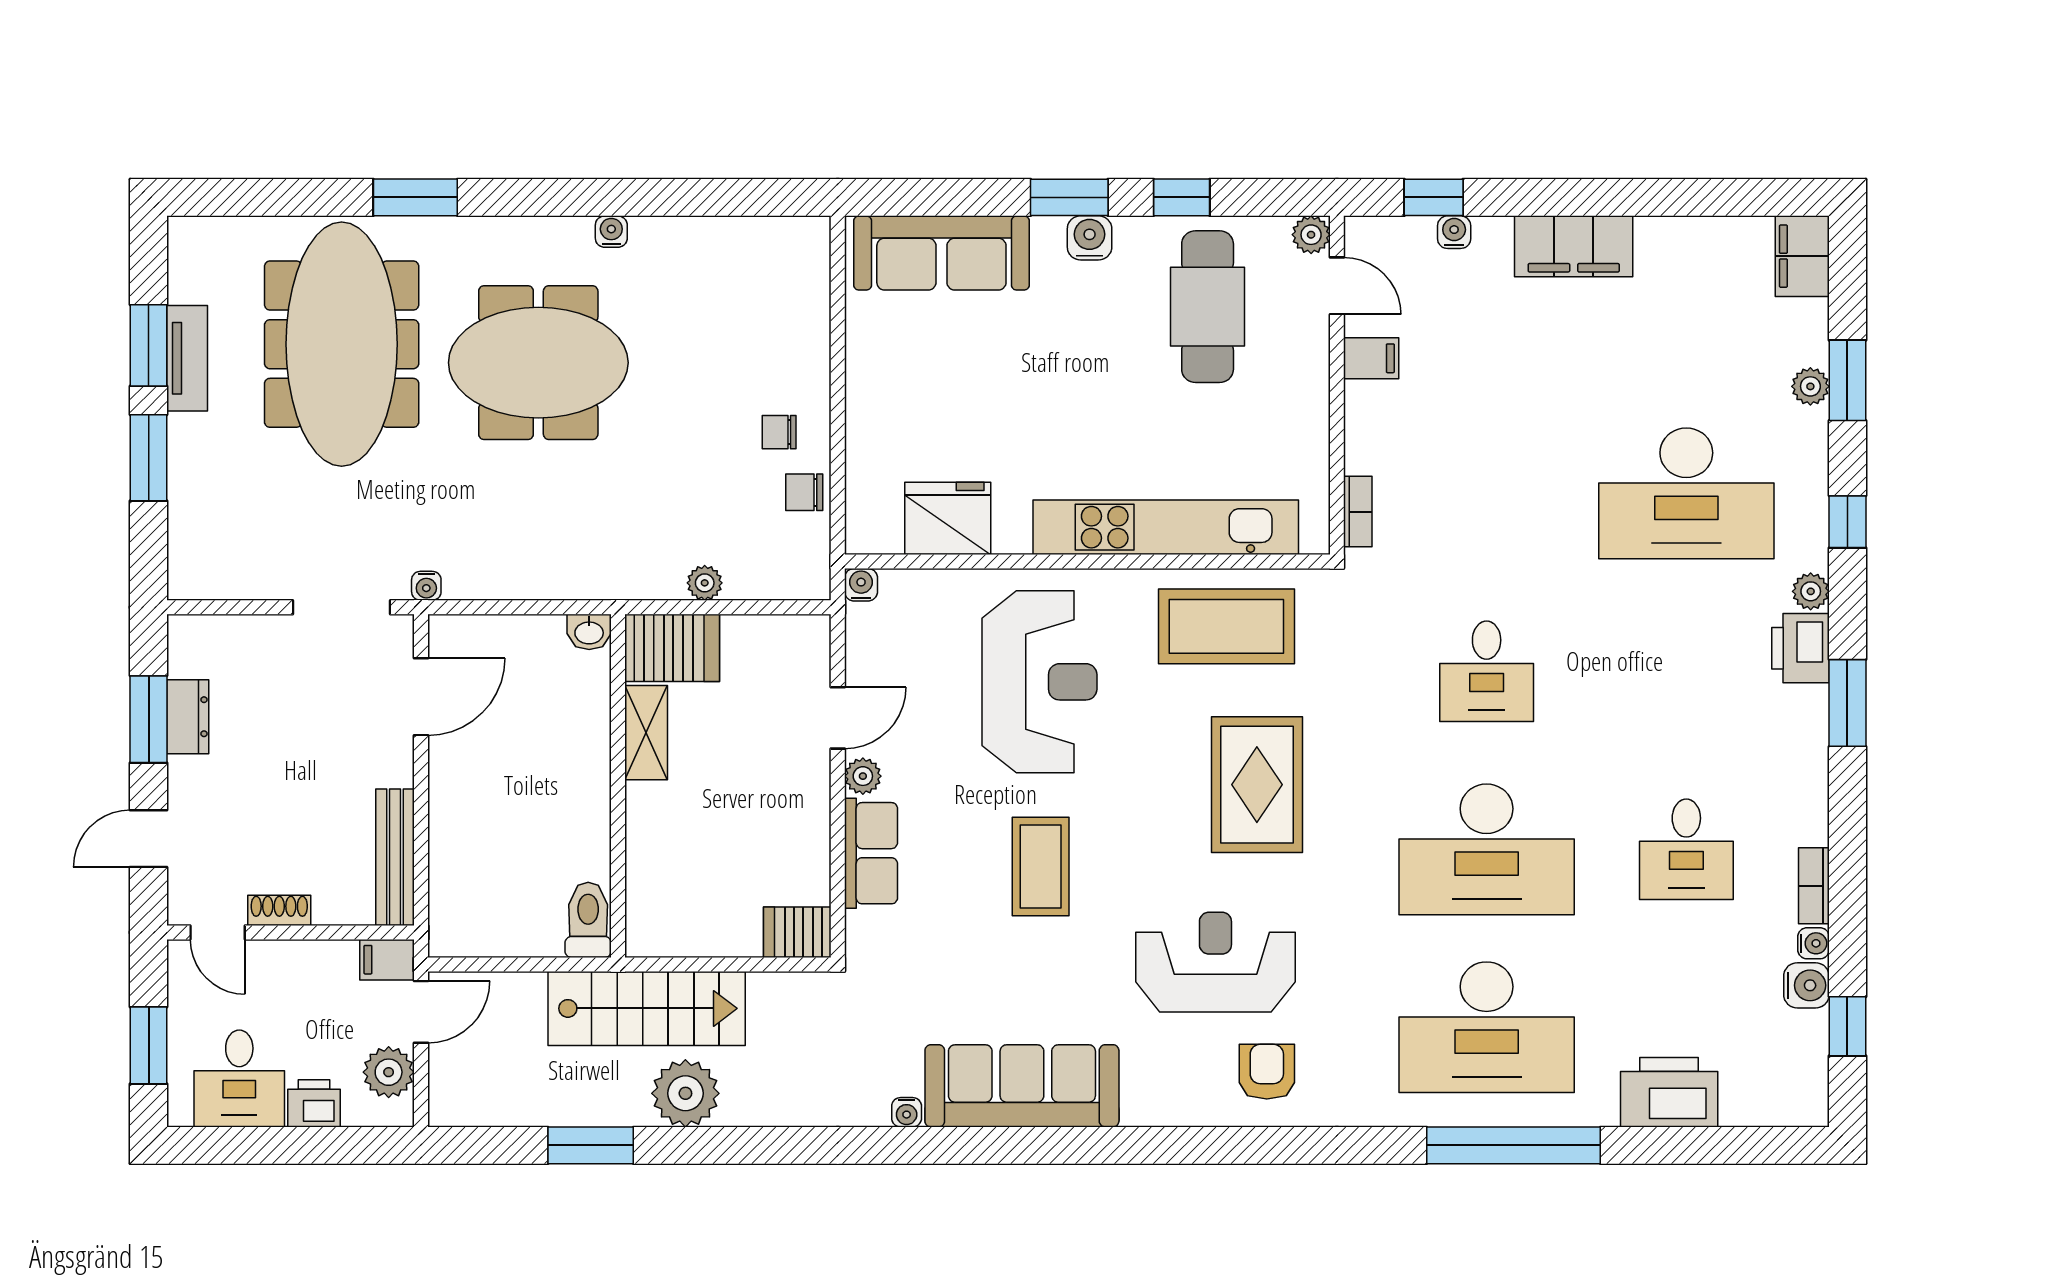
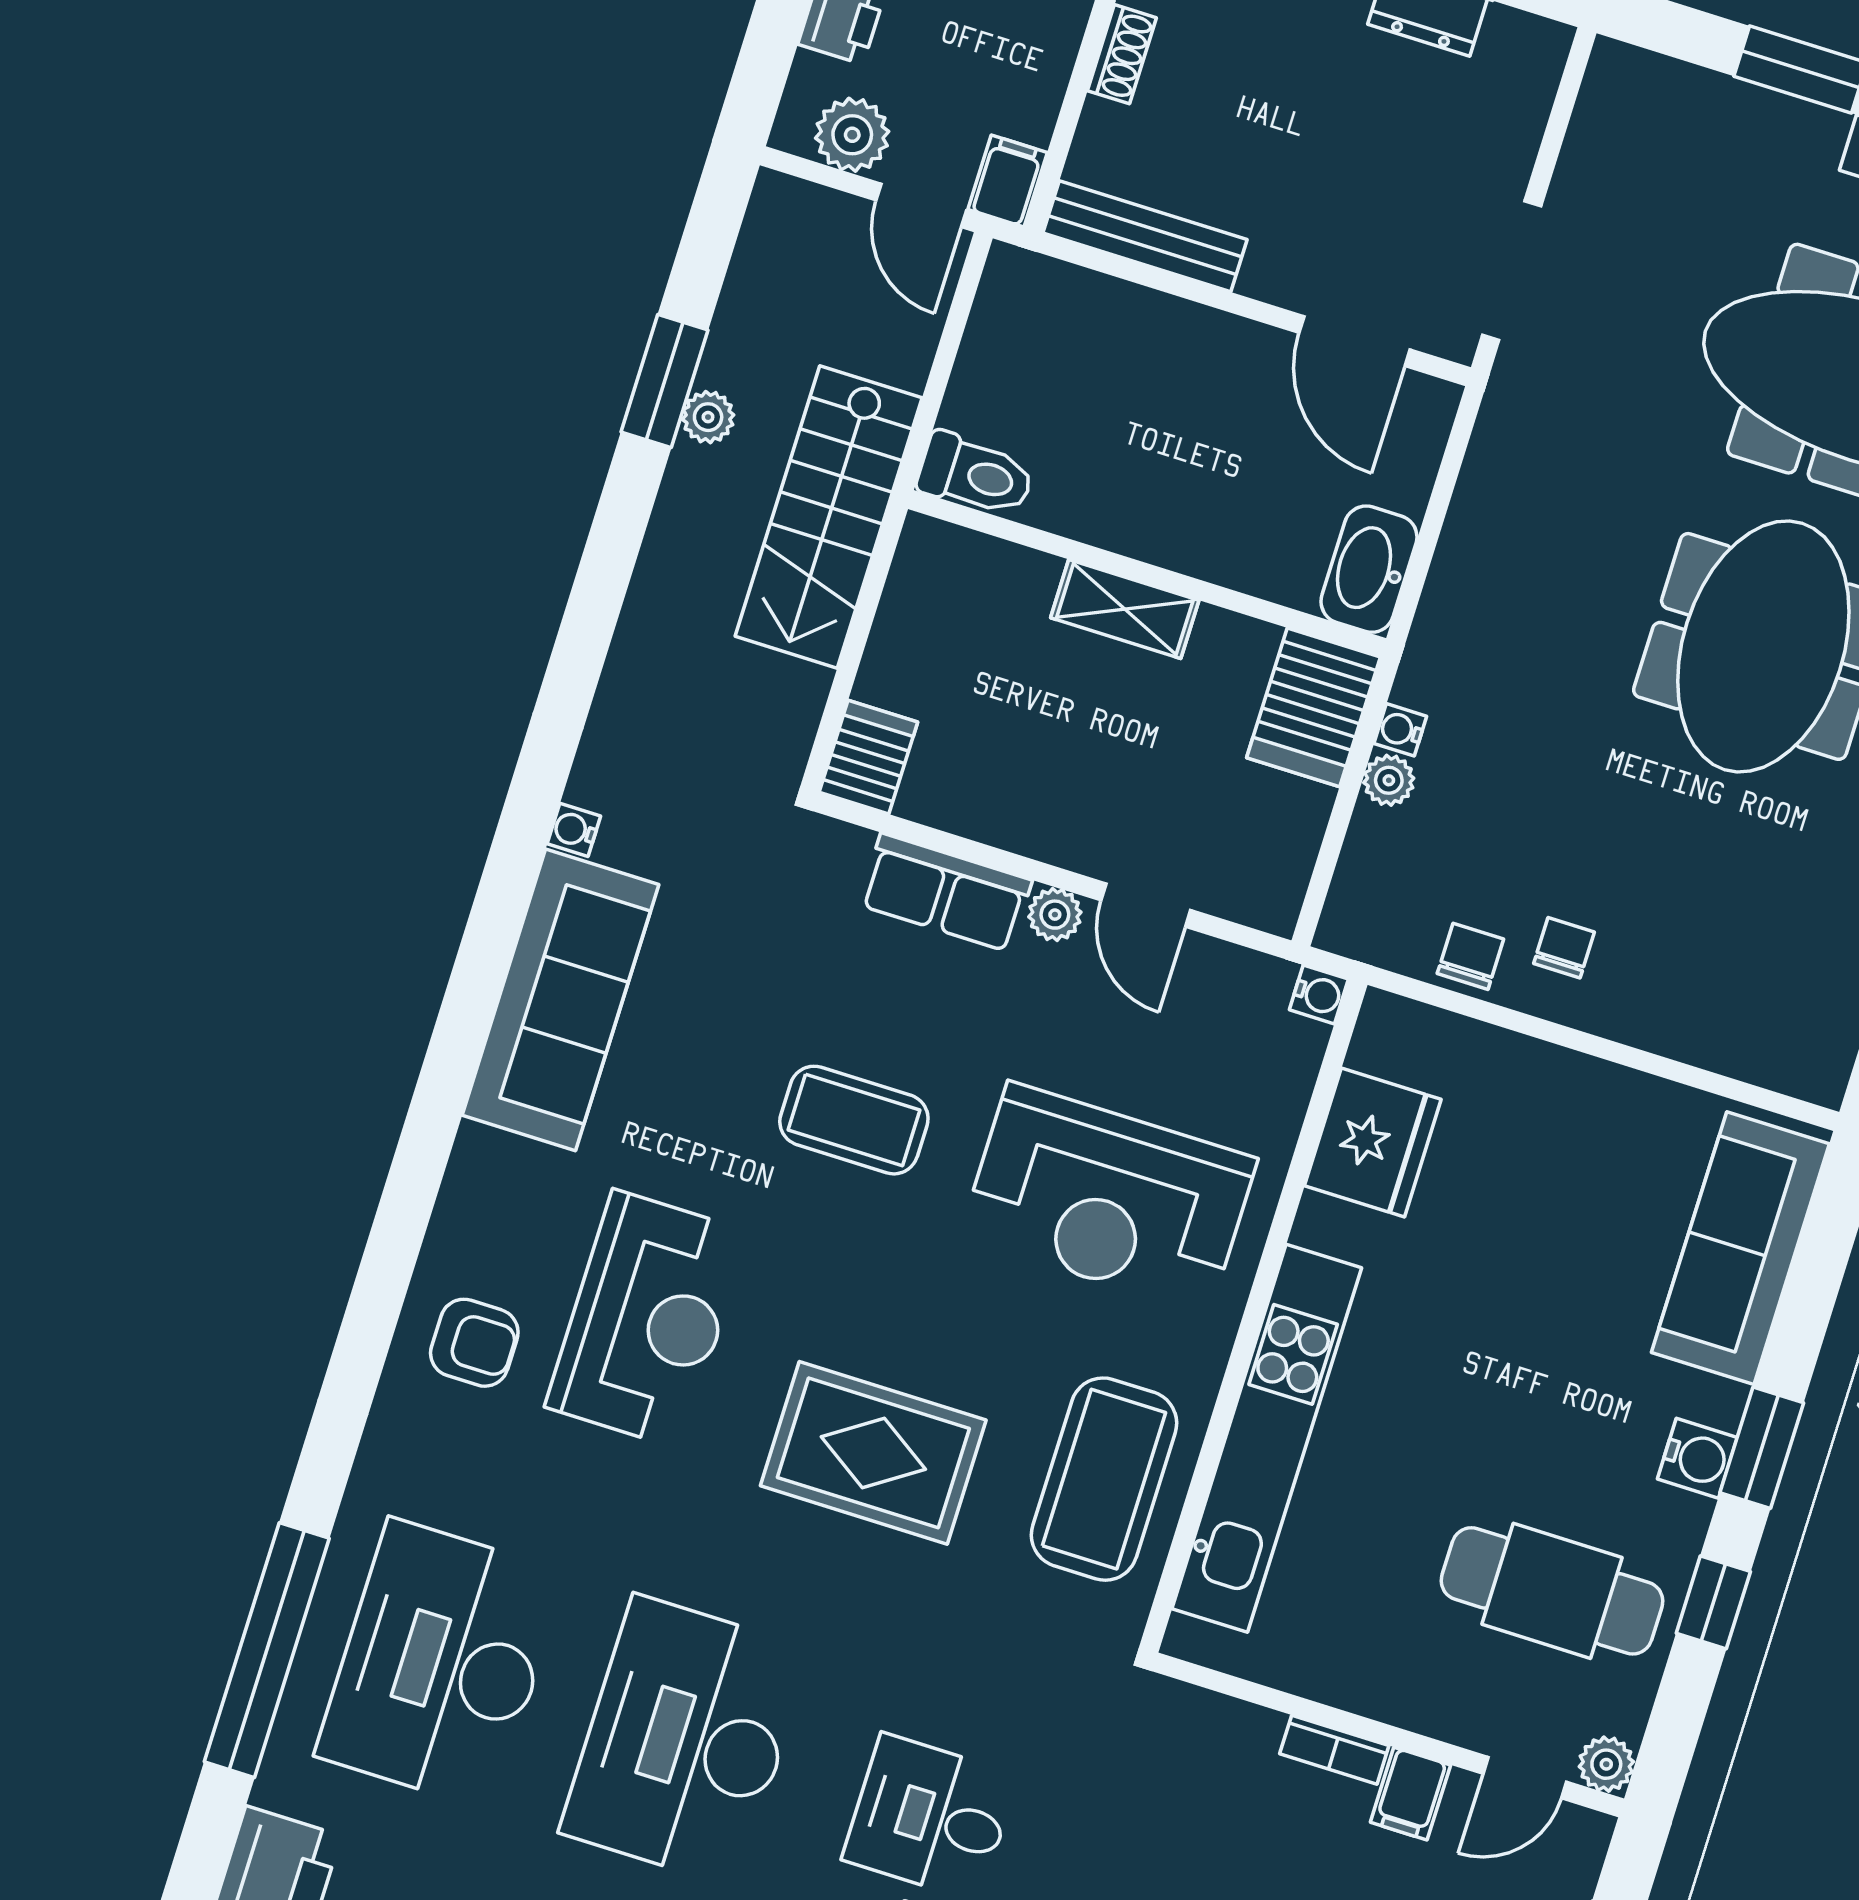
bookcase: (1358, 512) -> (1334, 1750), moved
water cooler: (426, 586) -> (1400, 730), moved
washbasin: (589, 632) -> (1369, 569), width x1.91, depth x1.45
shelving: (646, 733) -> (1125, 609), moved
plant: (685, 1093) -> (708, 417), moved, width x0.53, depth x0.53

